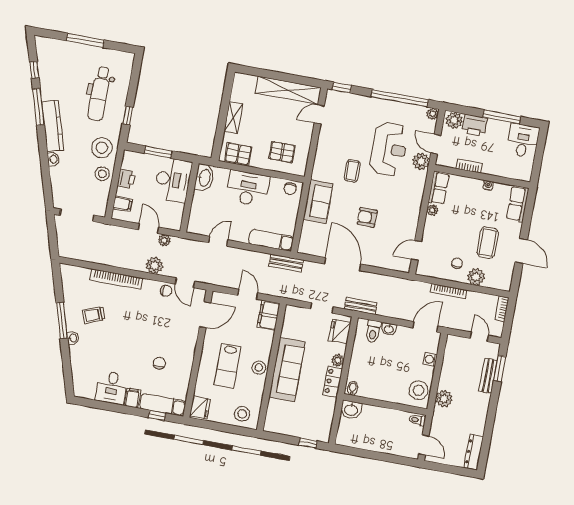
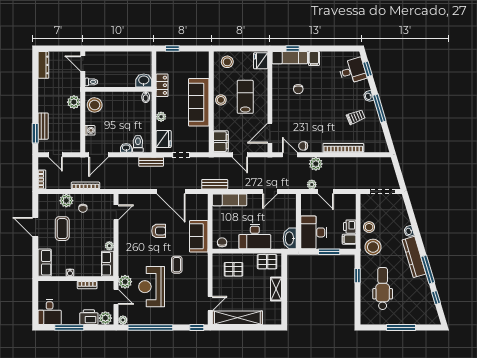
filing cabinet: (123, 204) -> (349, 239), moved
window: (68, 373) -> (368, 69), added
locker: (333, 382) -> (162, 85), moved
desk: (112, 388) -> (353, 71), moved, turned 73

